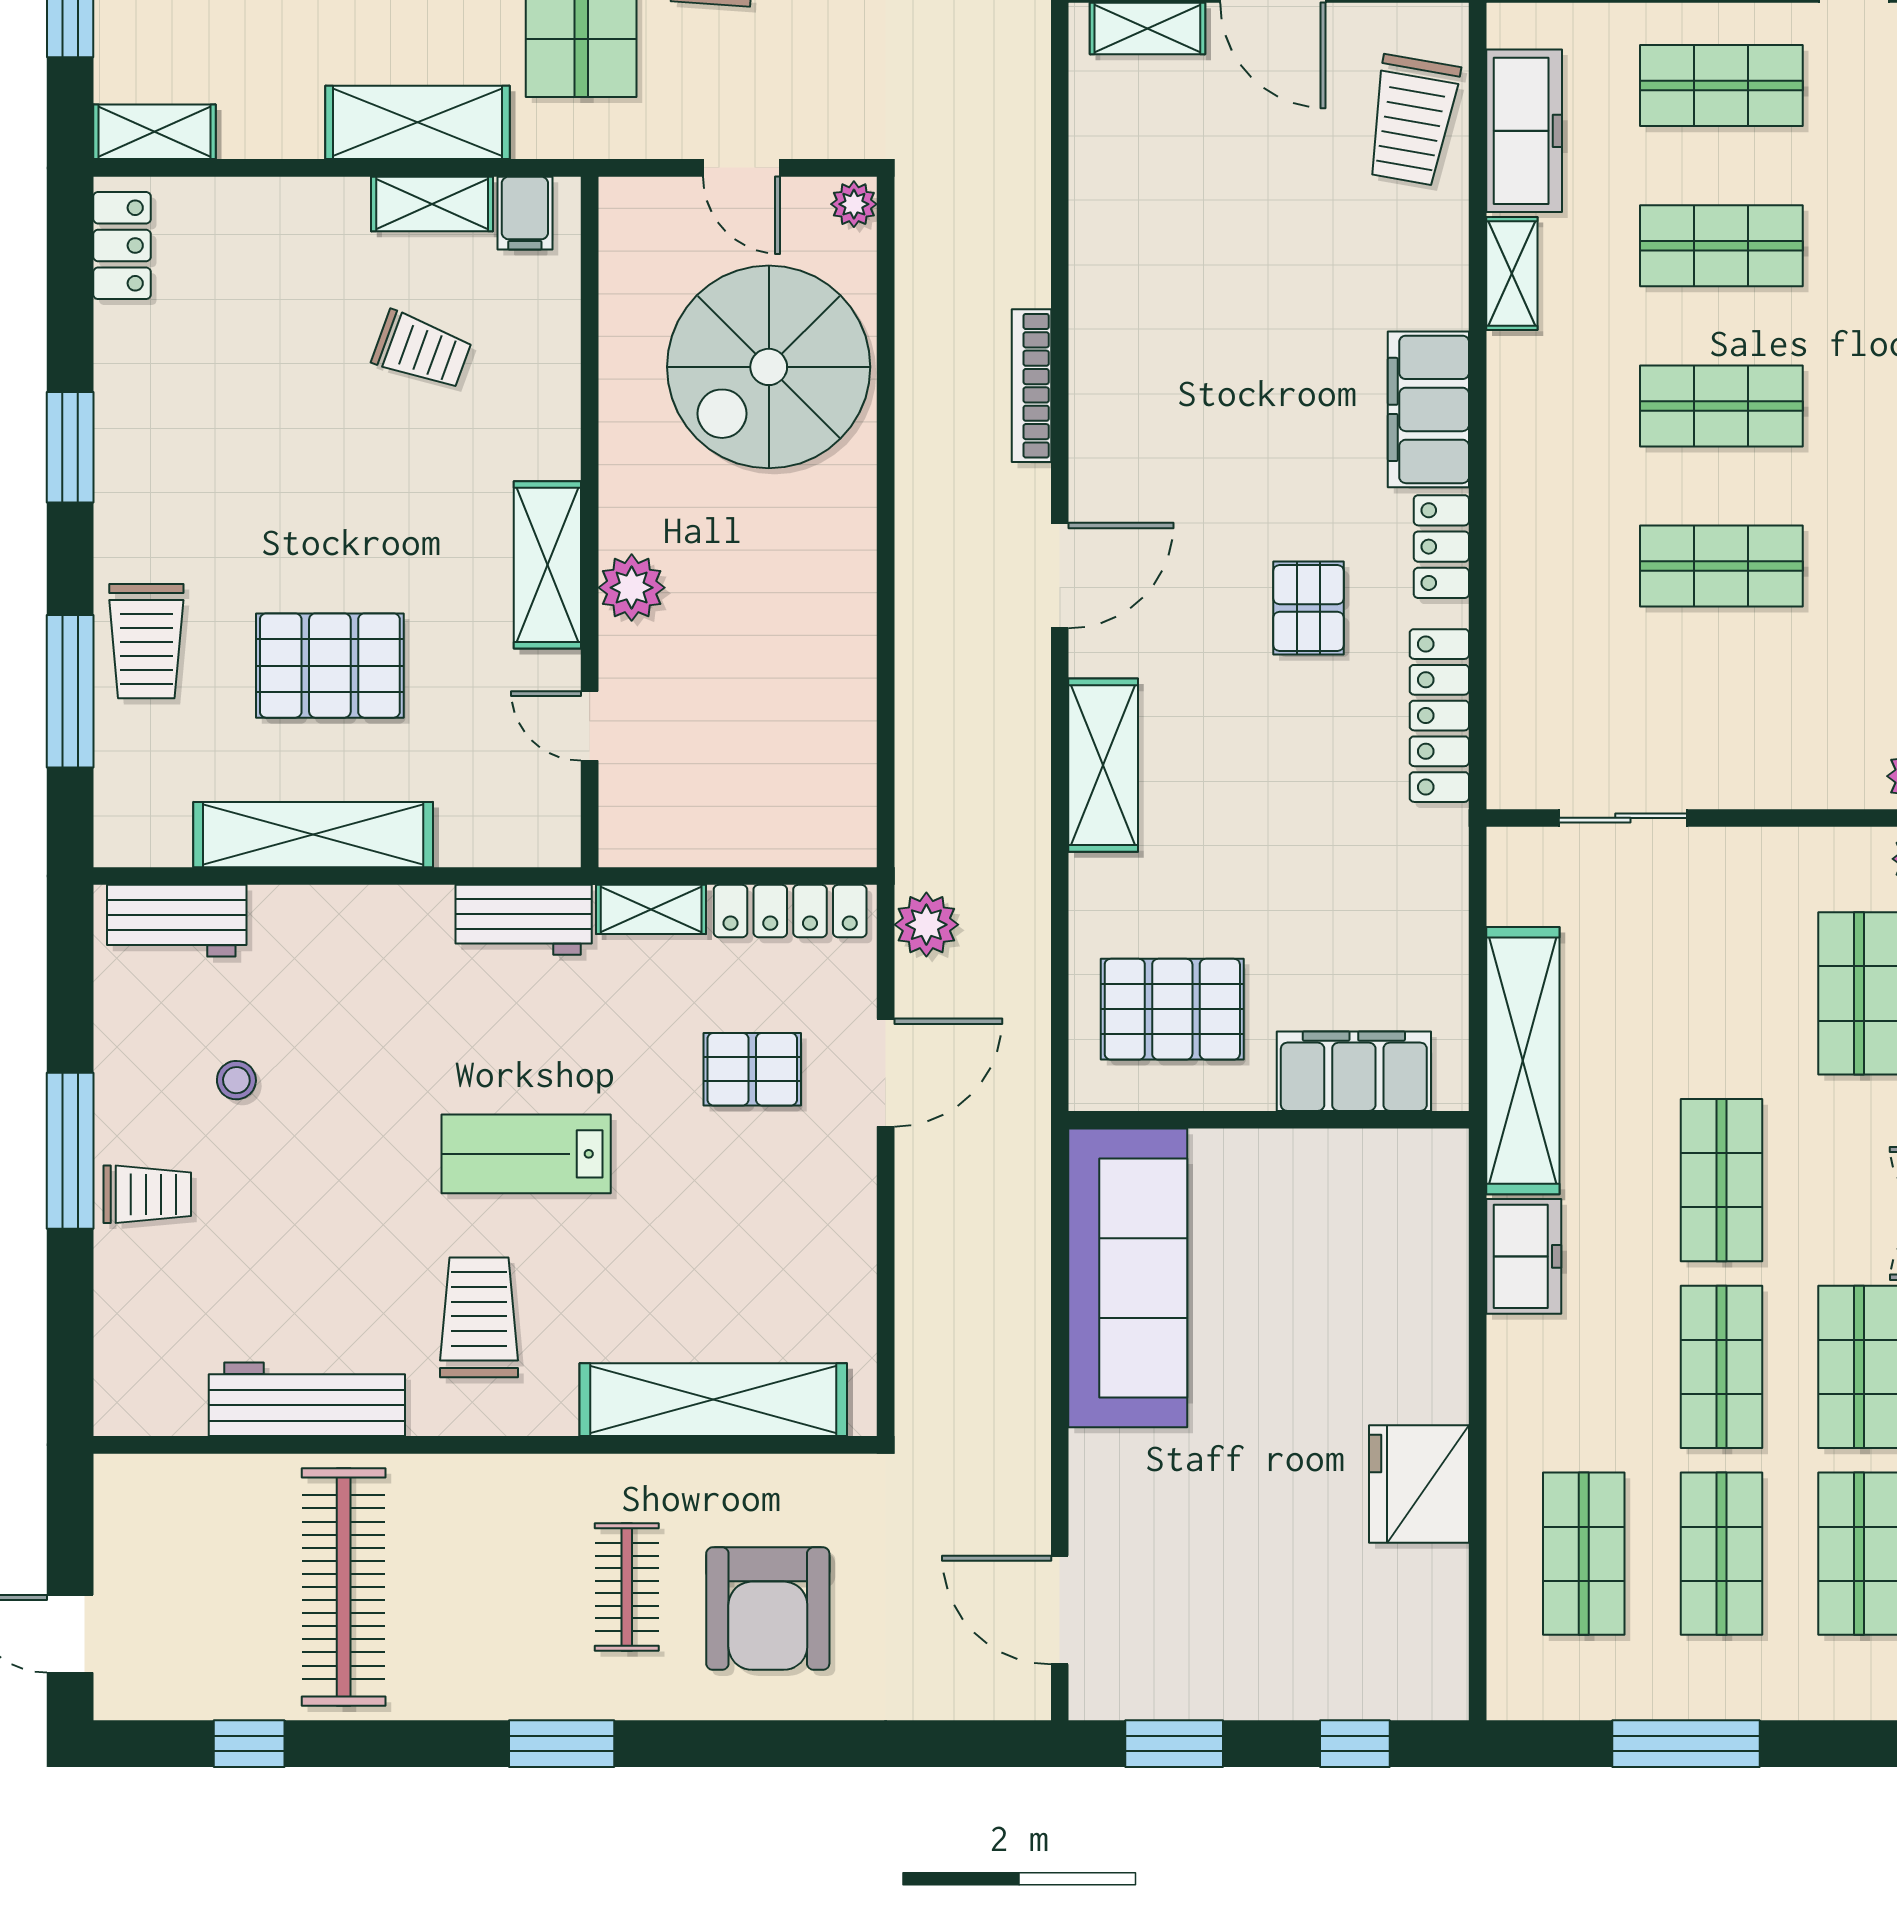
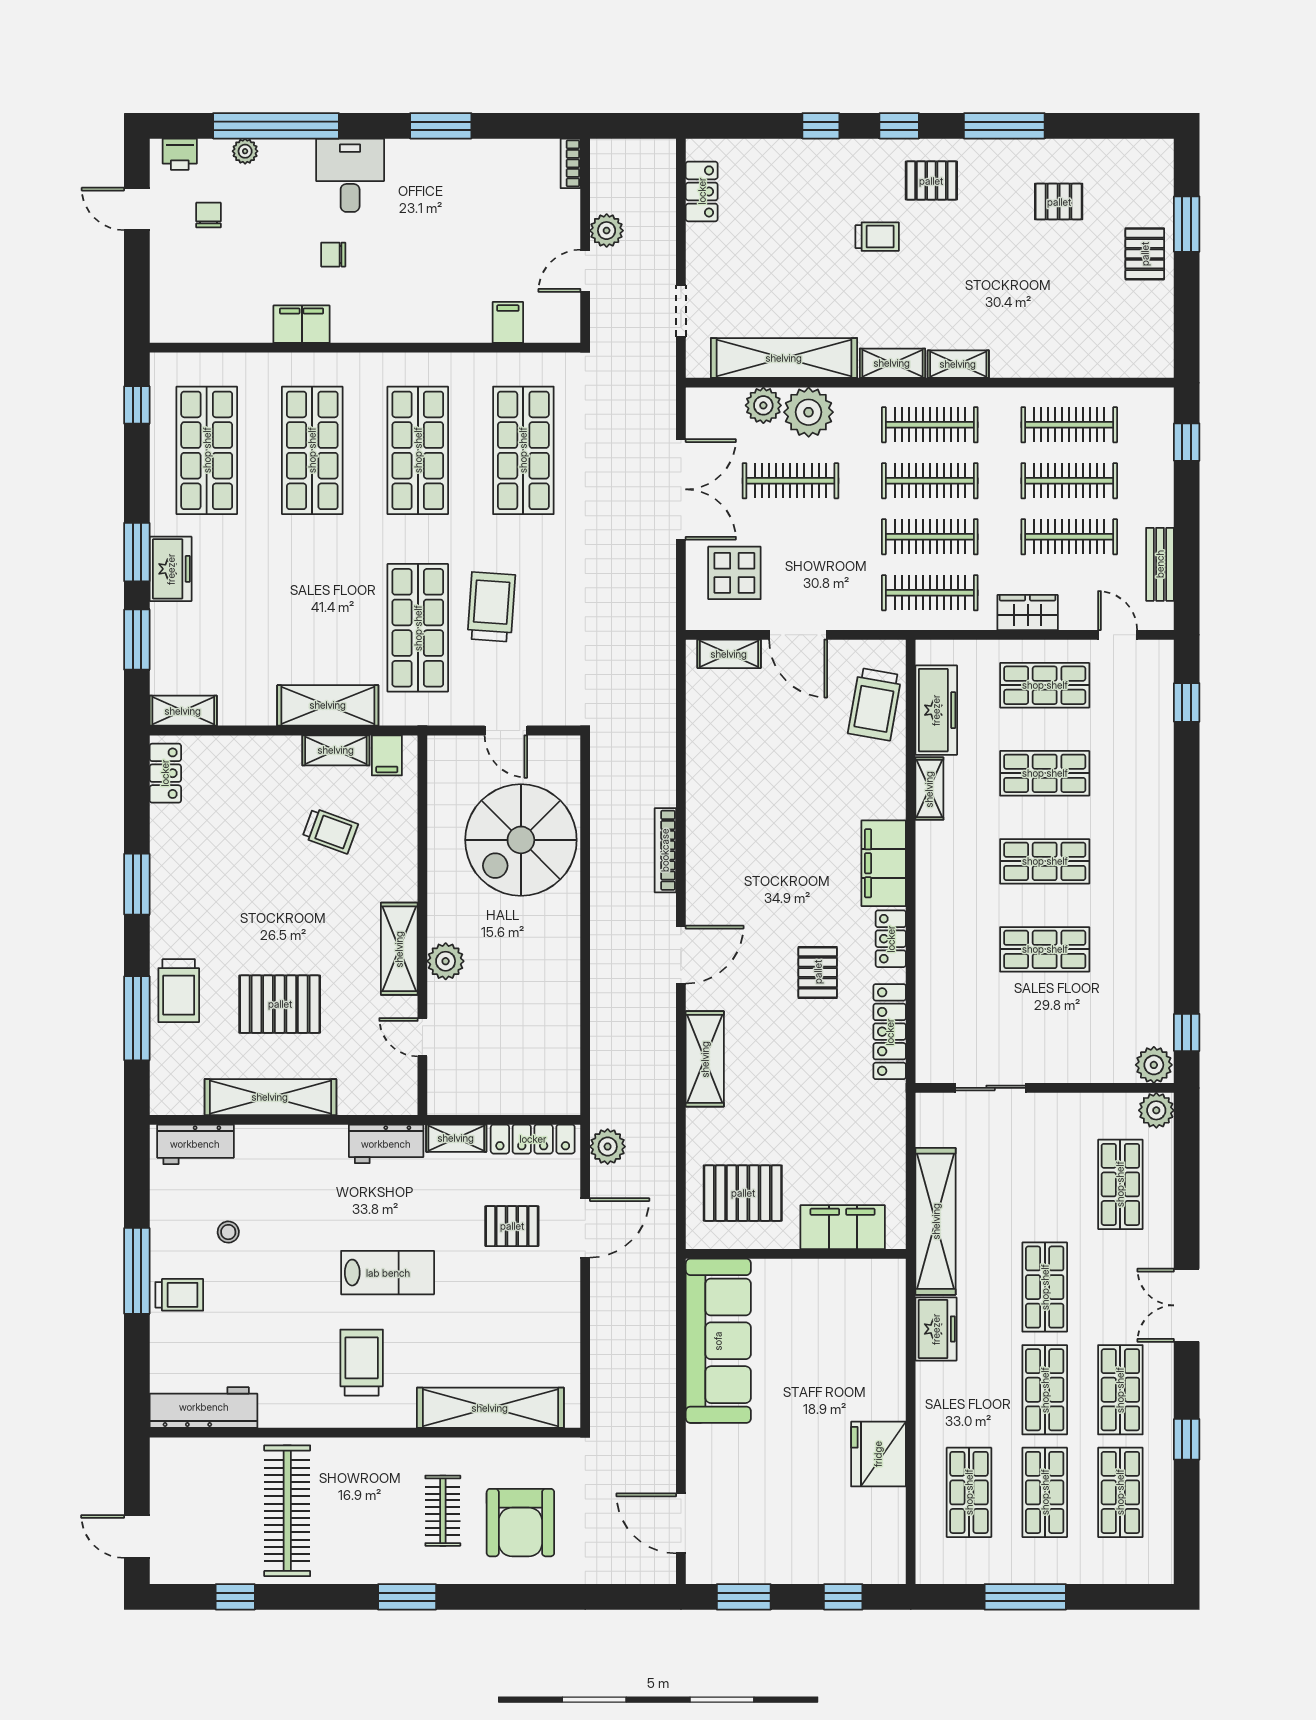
plant: (854, 204) -> (568, 750), removed
lab bench: (526, 1154) -> (388, 1273), turned 180
workbench: (307, 1399) -> (204, 1407), moved

